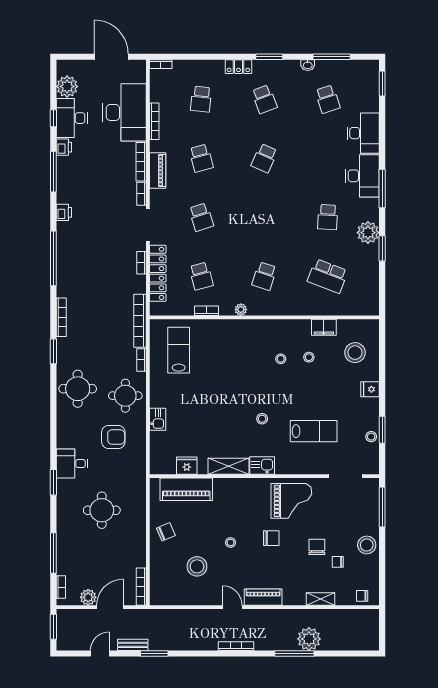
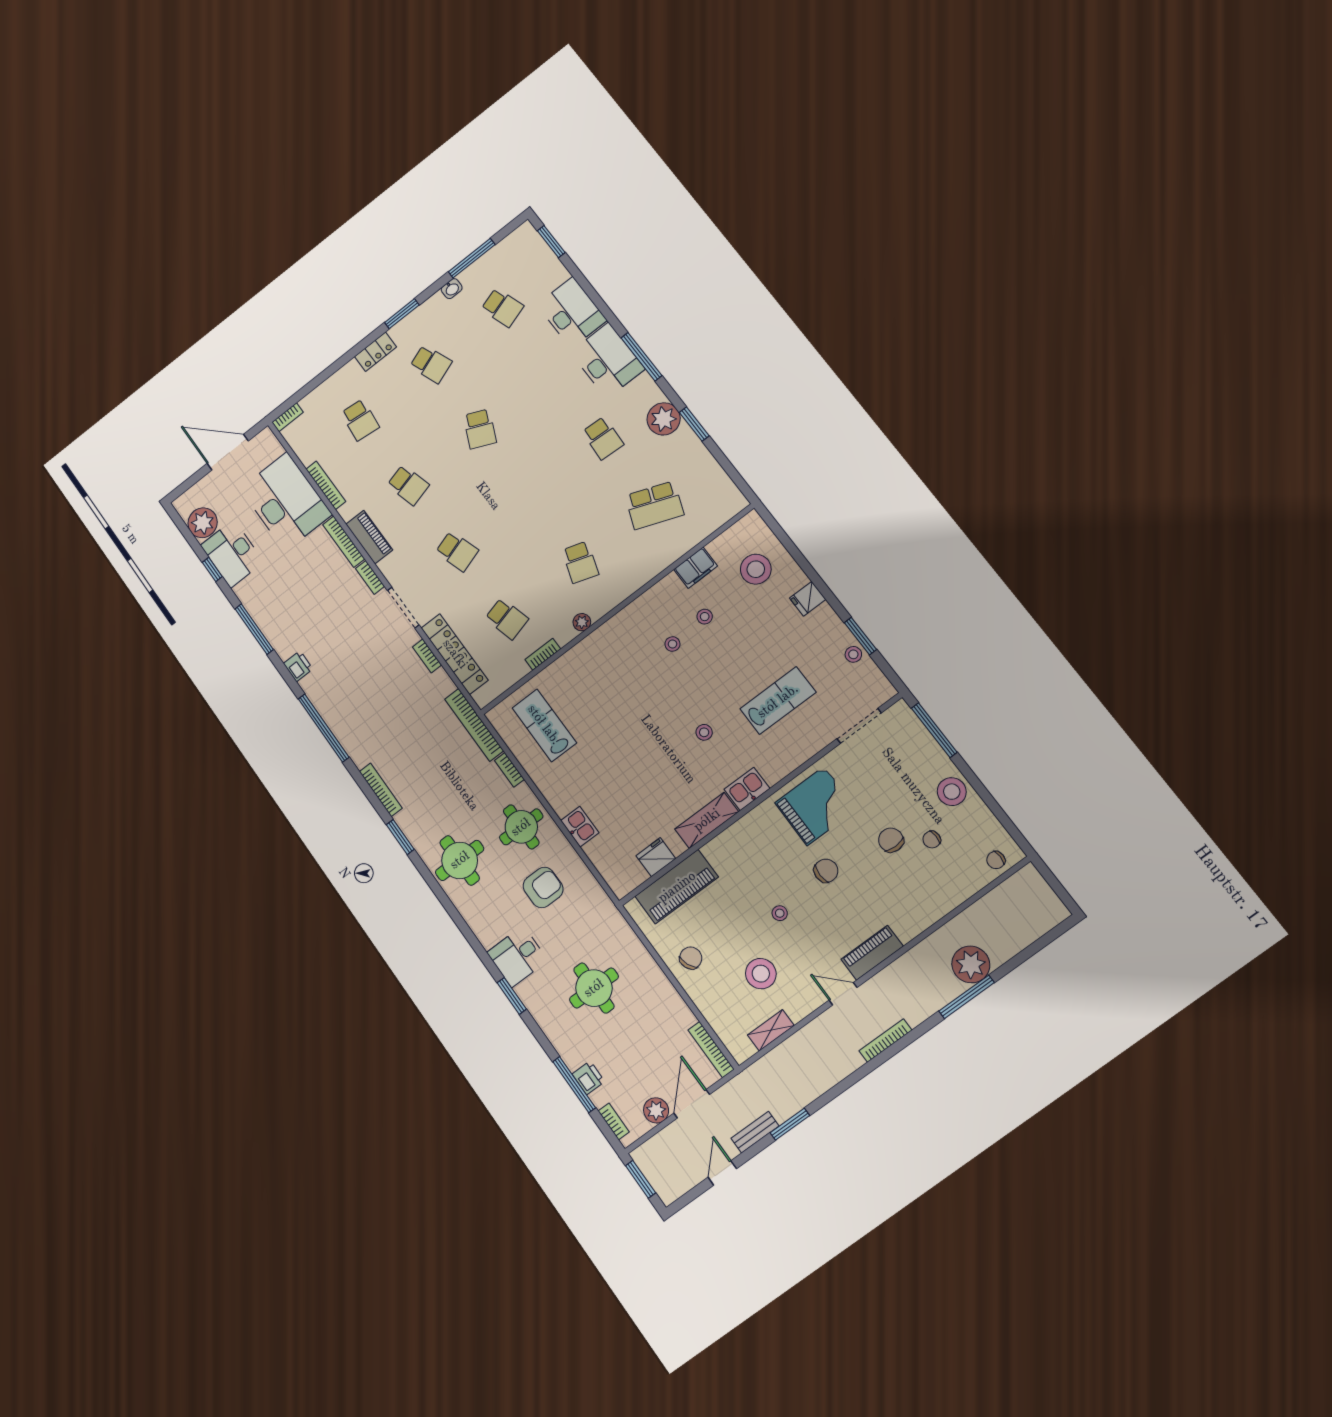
printer: (64, 147) -> (588, 1078), moved
shelving: (320, 599) -> (771, 1030), moved

